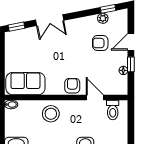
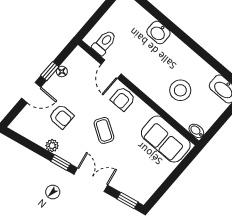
window: (108, 9) -> (61, 162), moved
plant: (103, 18) -> (52, 146), moved
coffee table: (67, 57) -> (104, 130), added
stool: (51, 114) -> (180, 90), moved

